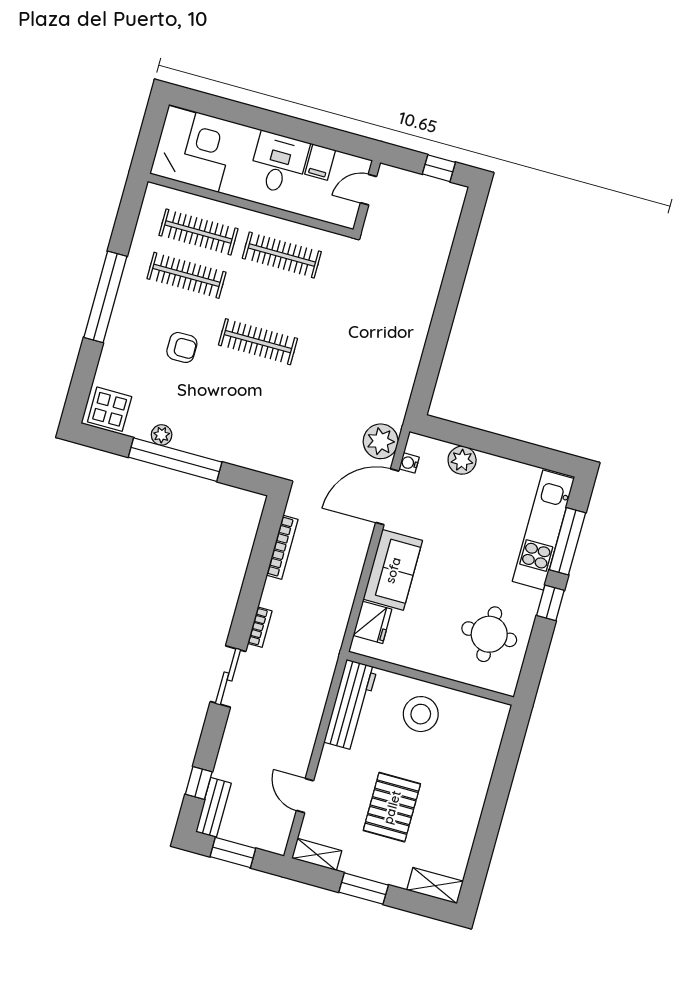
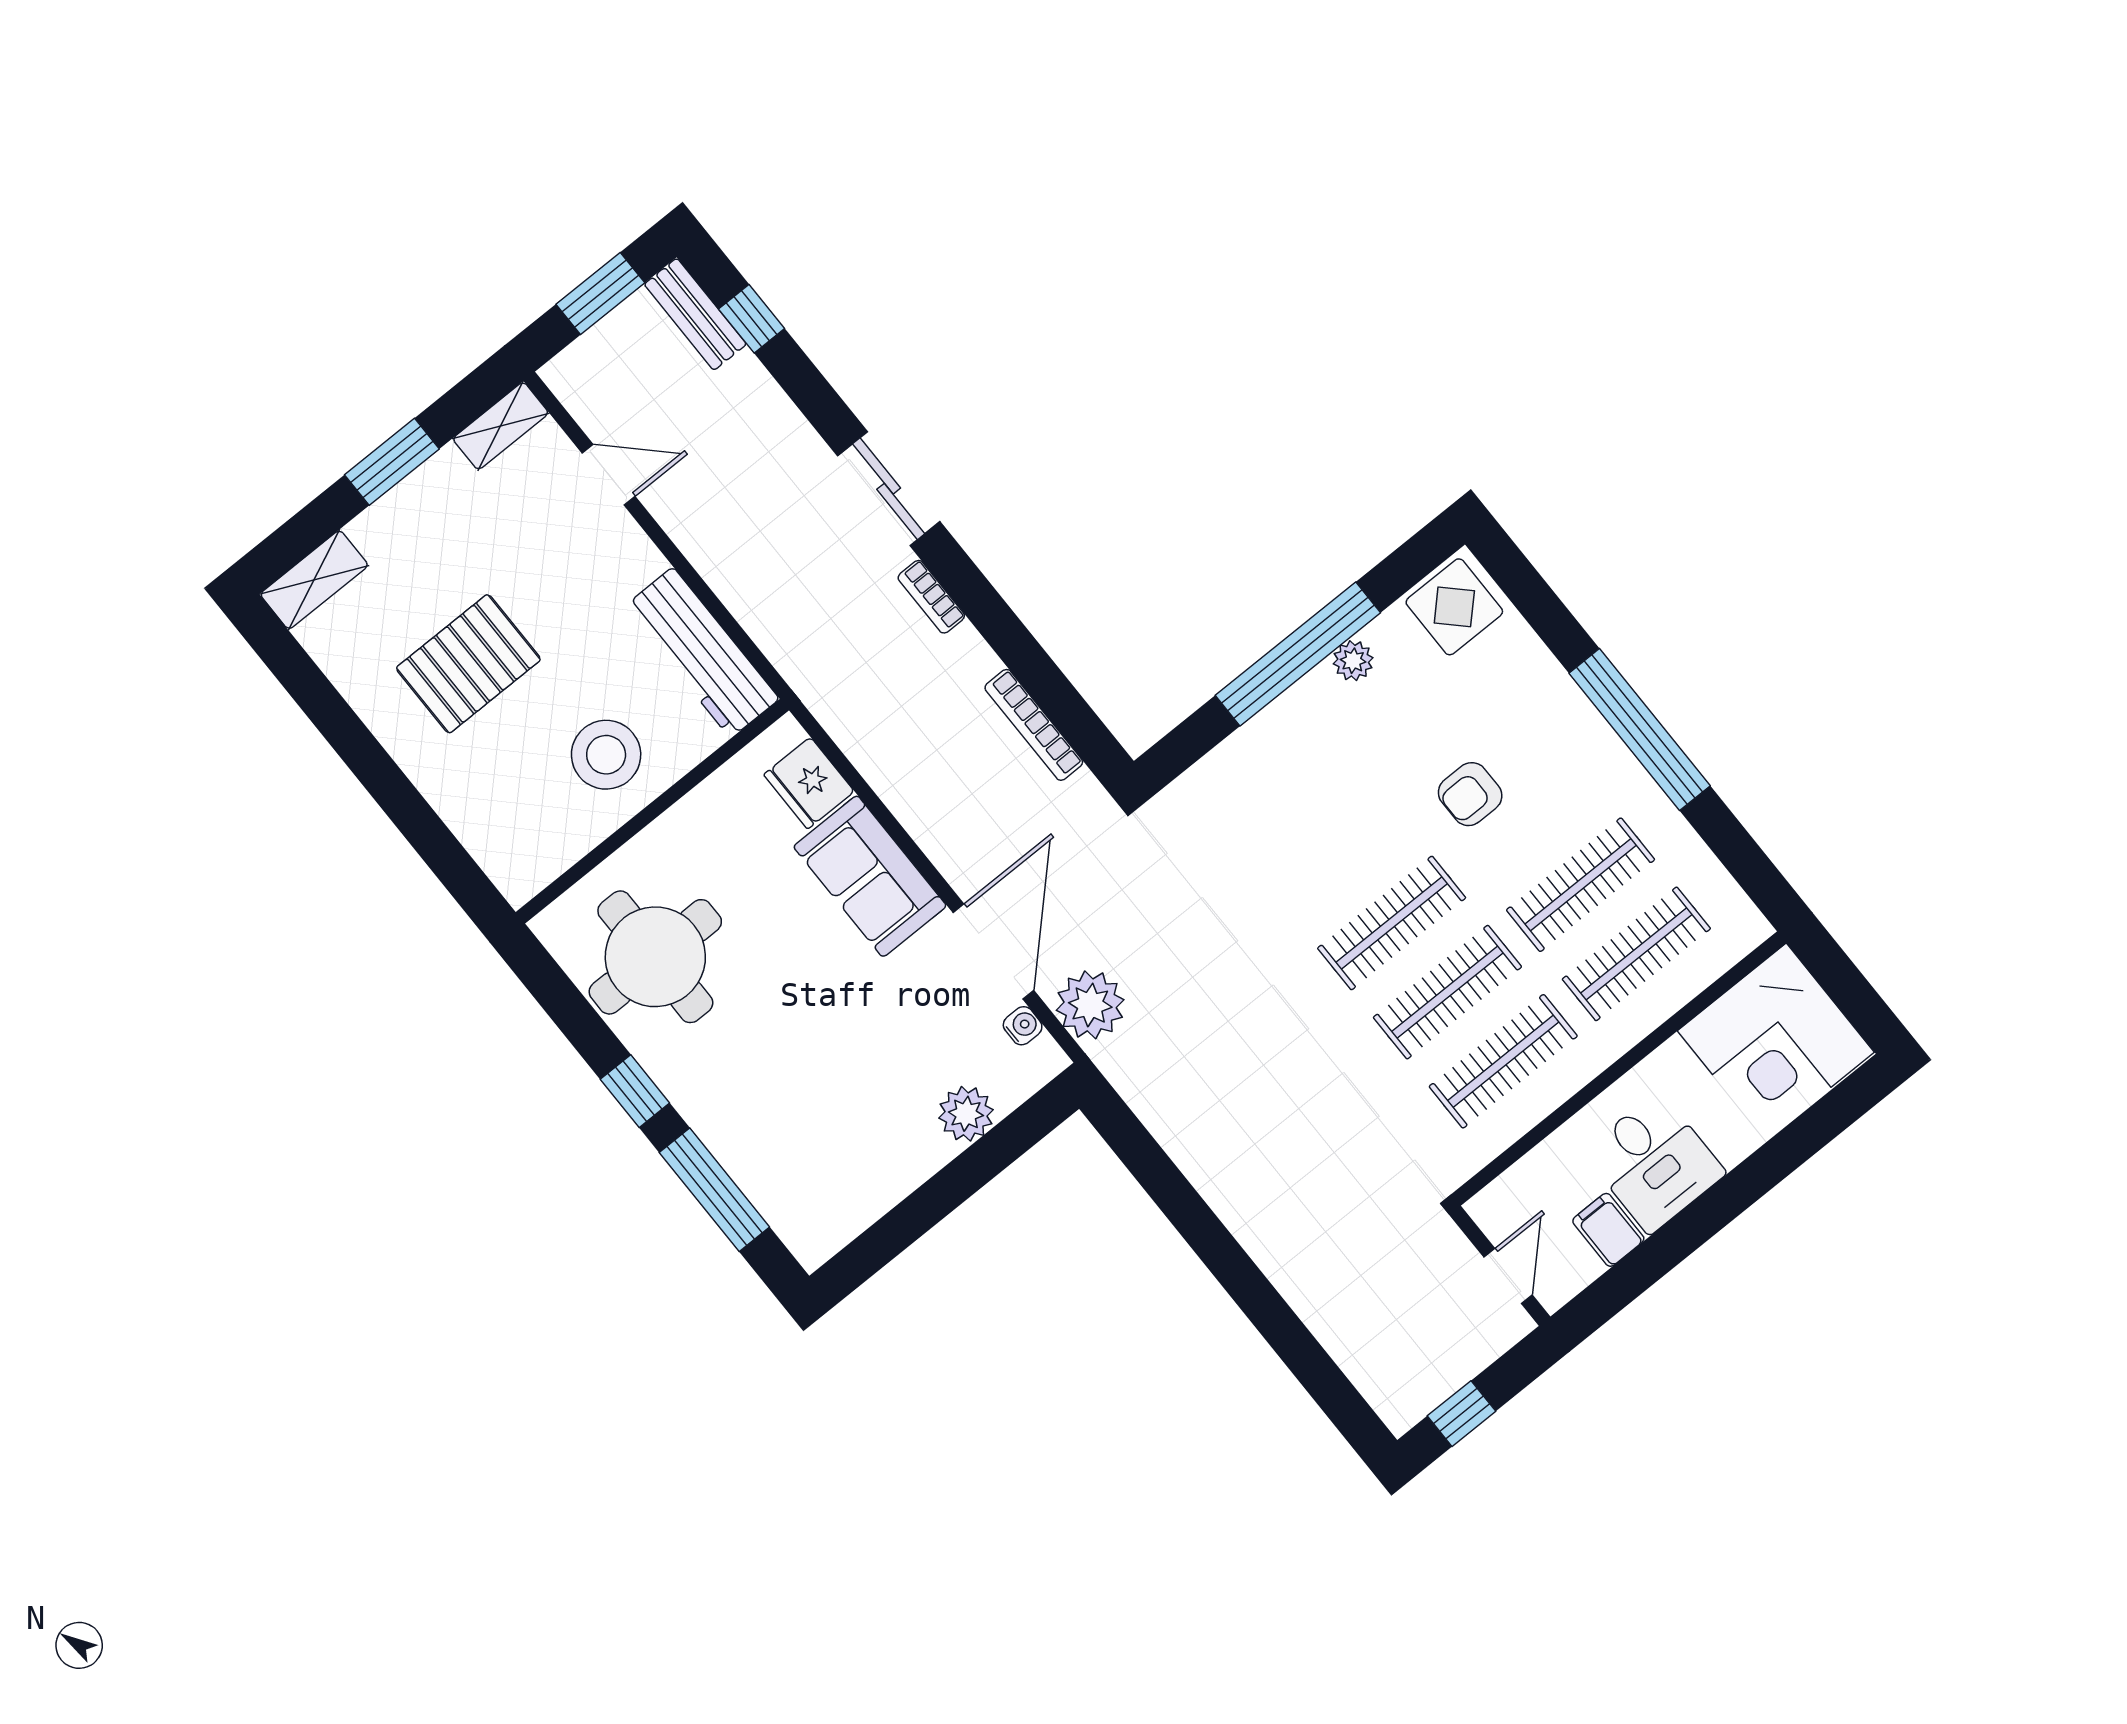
clothes rail: (270, 298) -> (1447, 992), added
kitchen unit: (543, 530) -> (760, 1164), removed
round table: (489, 634) -> (655, 957), width x1.36, depth x1.36
pallet: (392, 807) -> (468, 664), moved, turned 90

